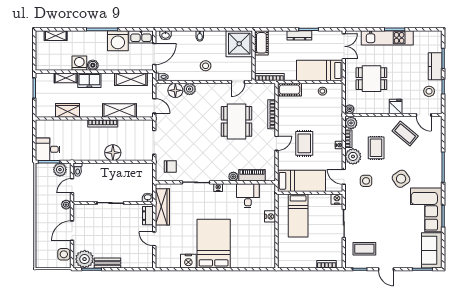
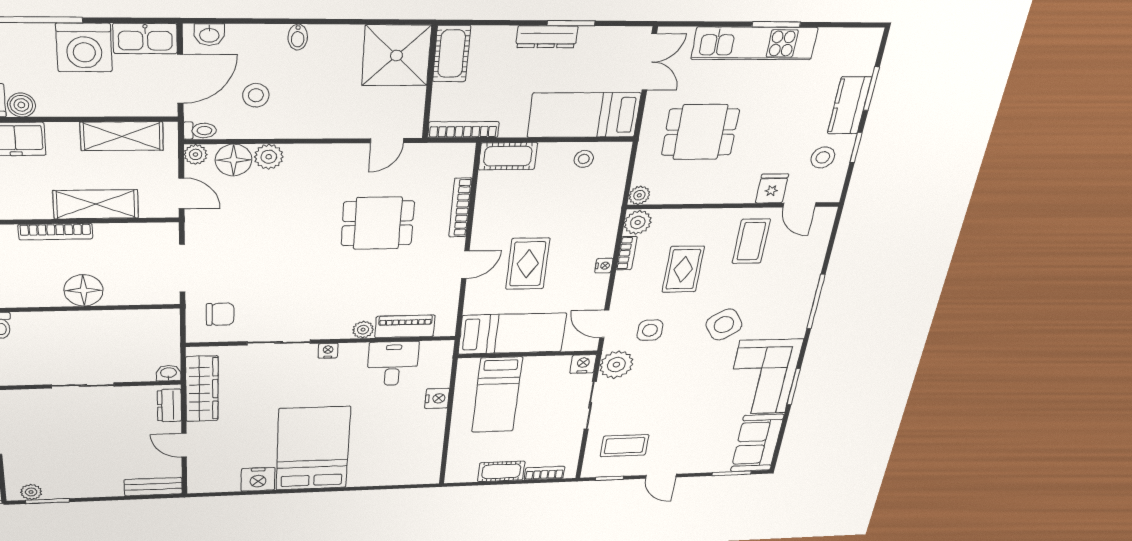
stool: (206, 66) -> (256, 95), moved
plant: (160, 88) -> (196, 154), added
fridge: (396, 107) -> (772, 188), moved
dining table: (236, 121) -> (378, 223), width x0.73
coffee table: (405, 134) -> (751, 241), turned 50
plant: (353, 156) -> (616, 365), moved
plant: (85, 259) -> (31, 492), width x0.53, depth x0.53
cot: (305, 262) -> (501, 471), added
bench: (108, 263) -> (153, 487), moved

